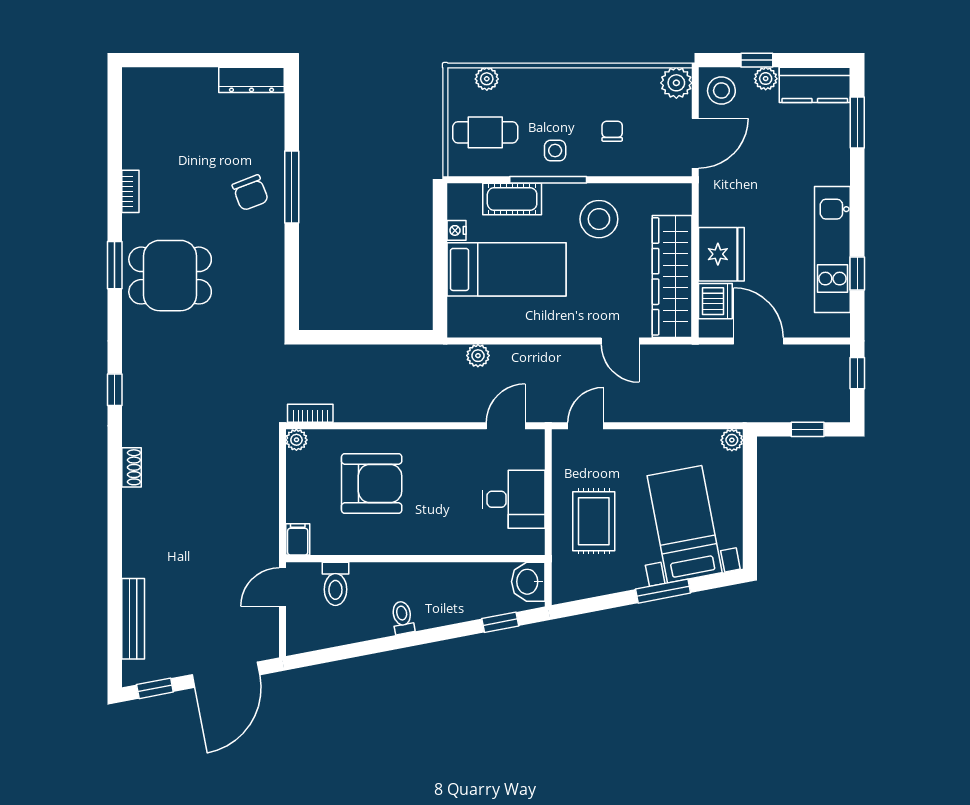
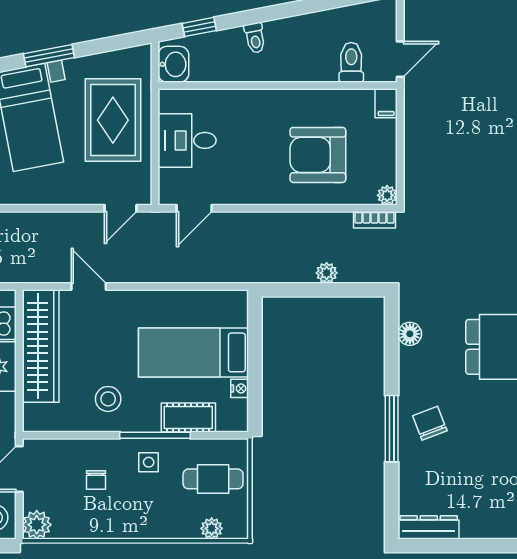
stool: (599, 219) -> (108, 399), width x0.73, depth x0.73
floor lamp: (272, 290) -> (410, 334), added
plant: (478, 356) -> (327, 273), moved
rug: (594, 521) -> (113, 120), width x1.36, depth x1.43
toilet: (403, 617) -> (255, 38), moved

